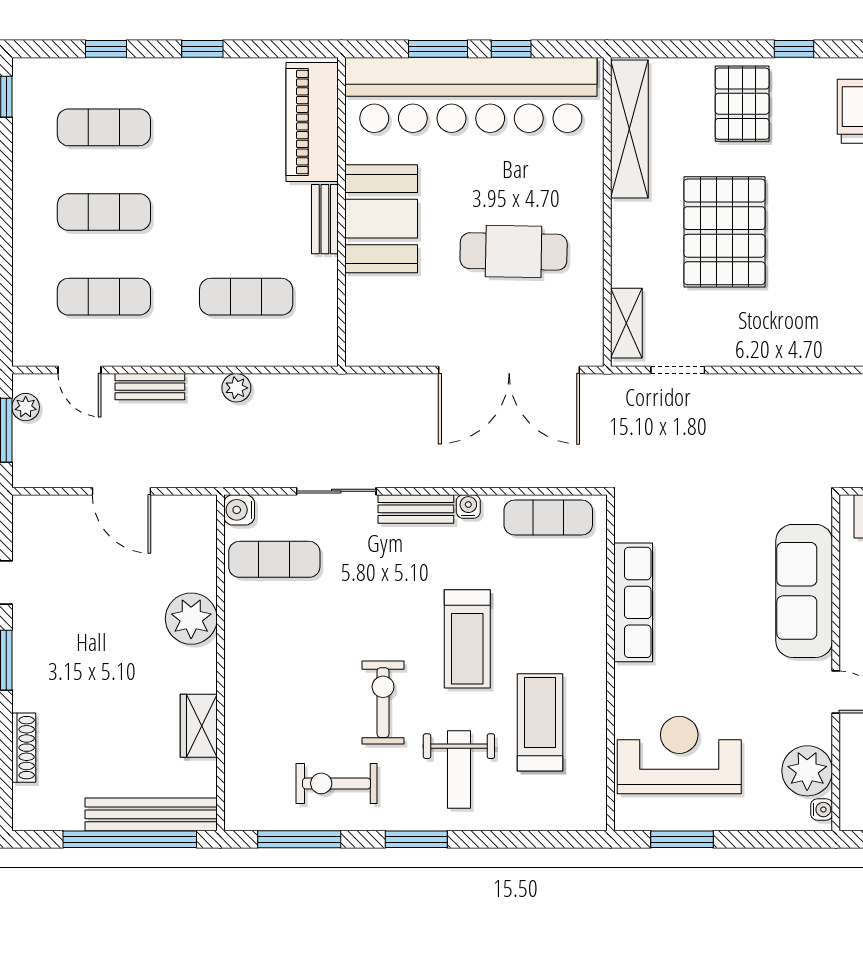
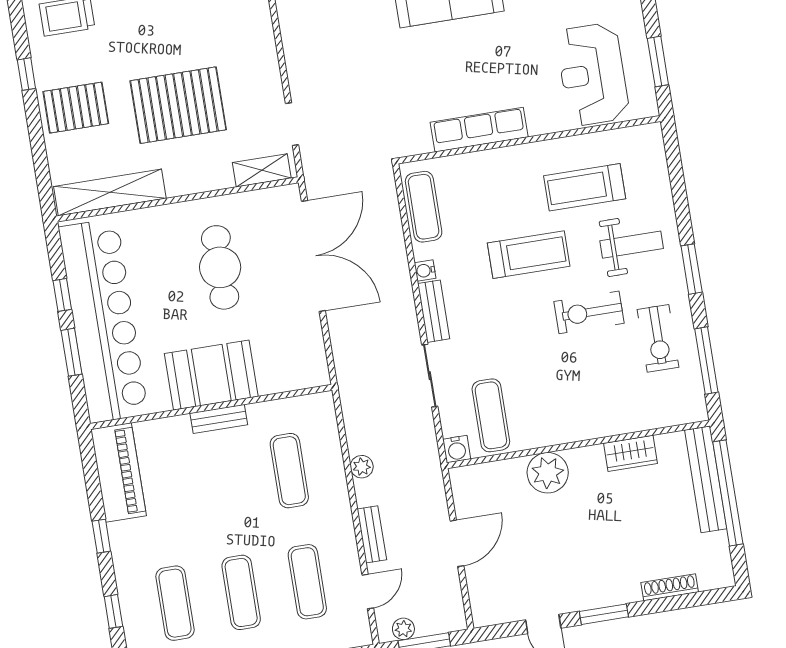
piano: (312, 122) -> (119, 472), moved, turned -90

